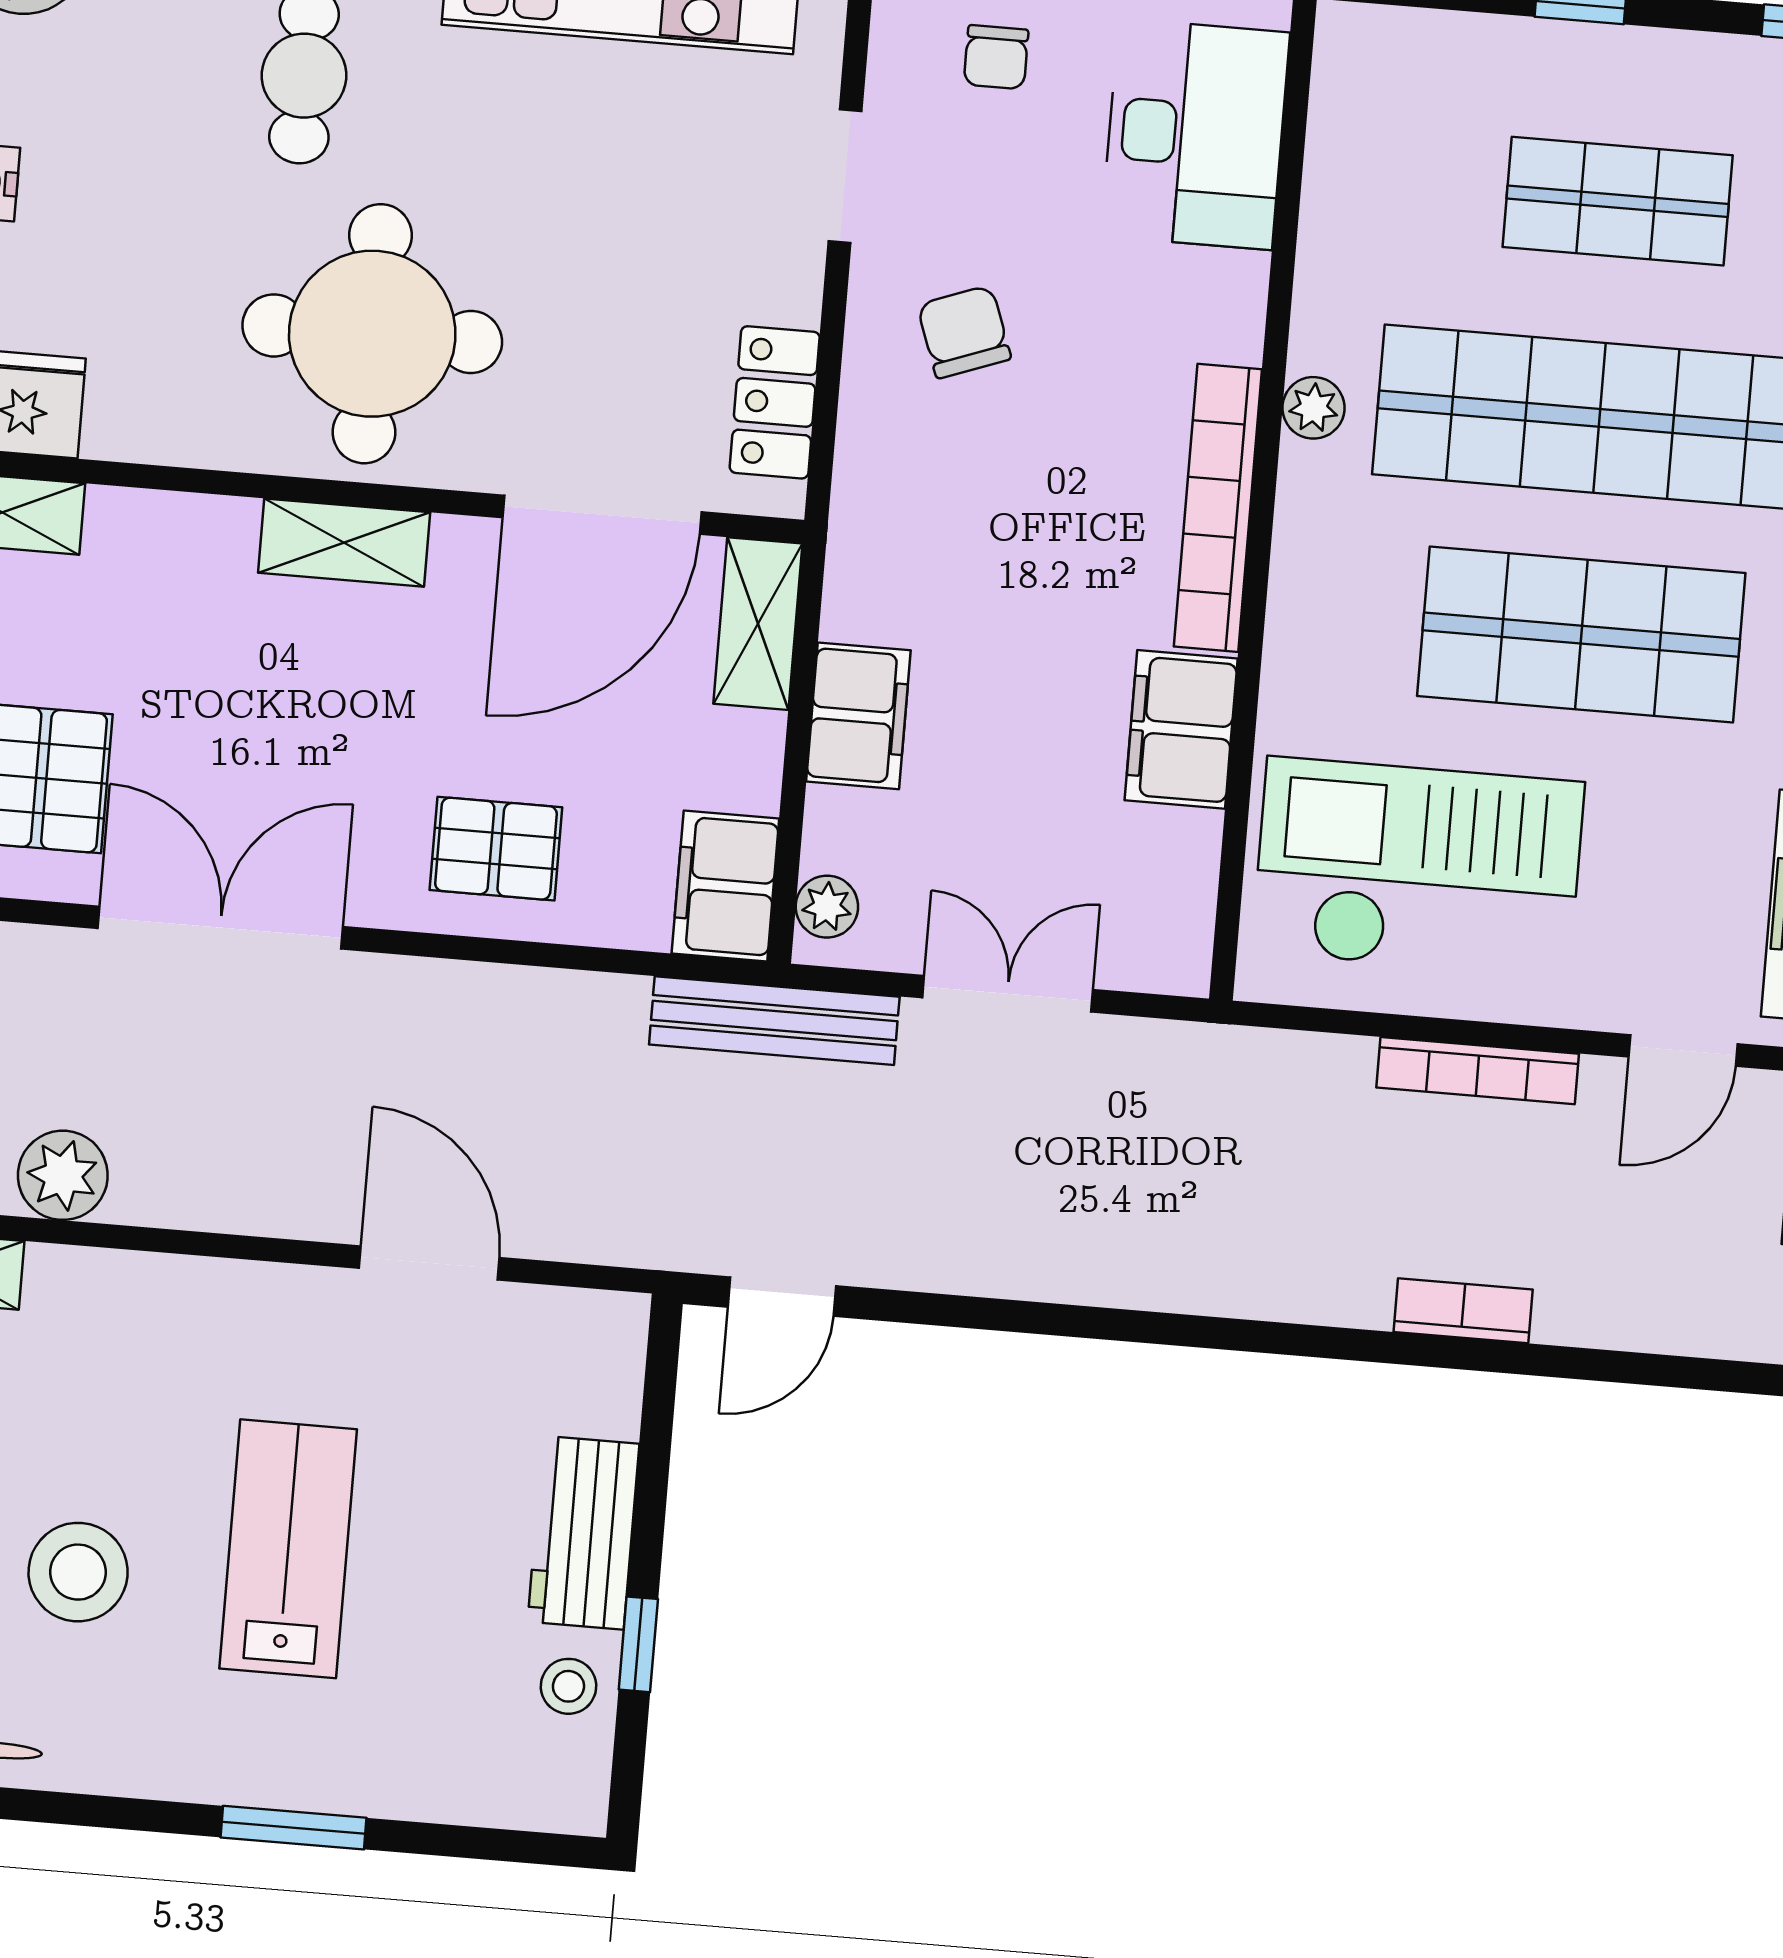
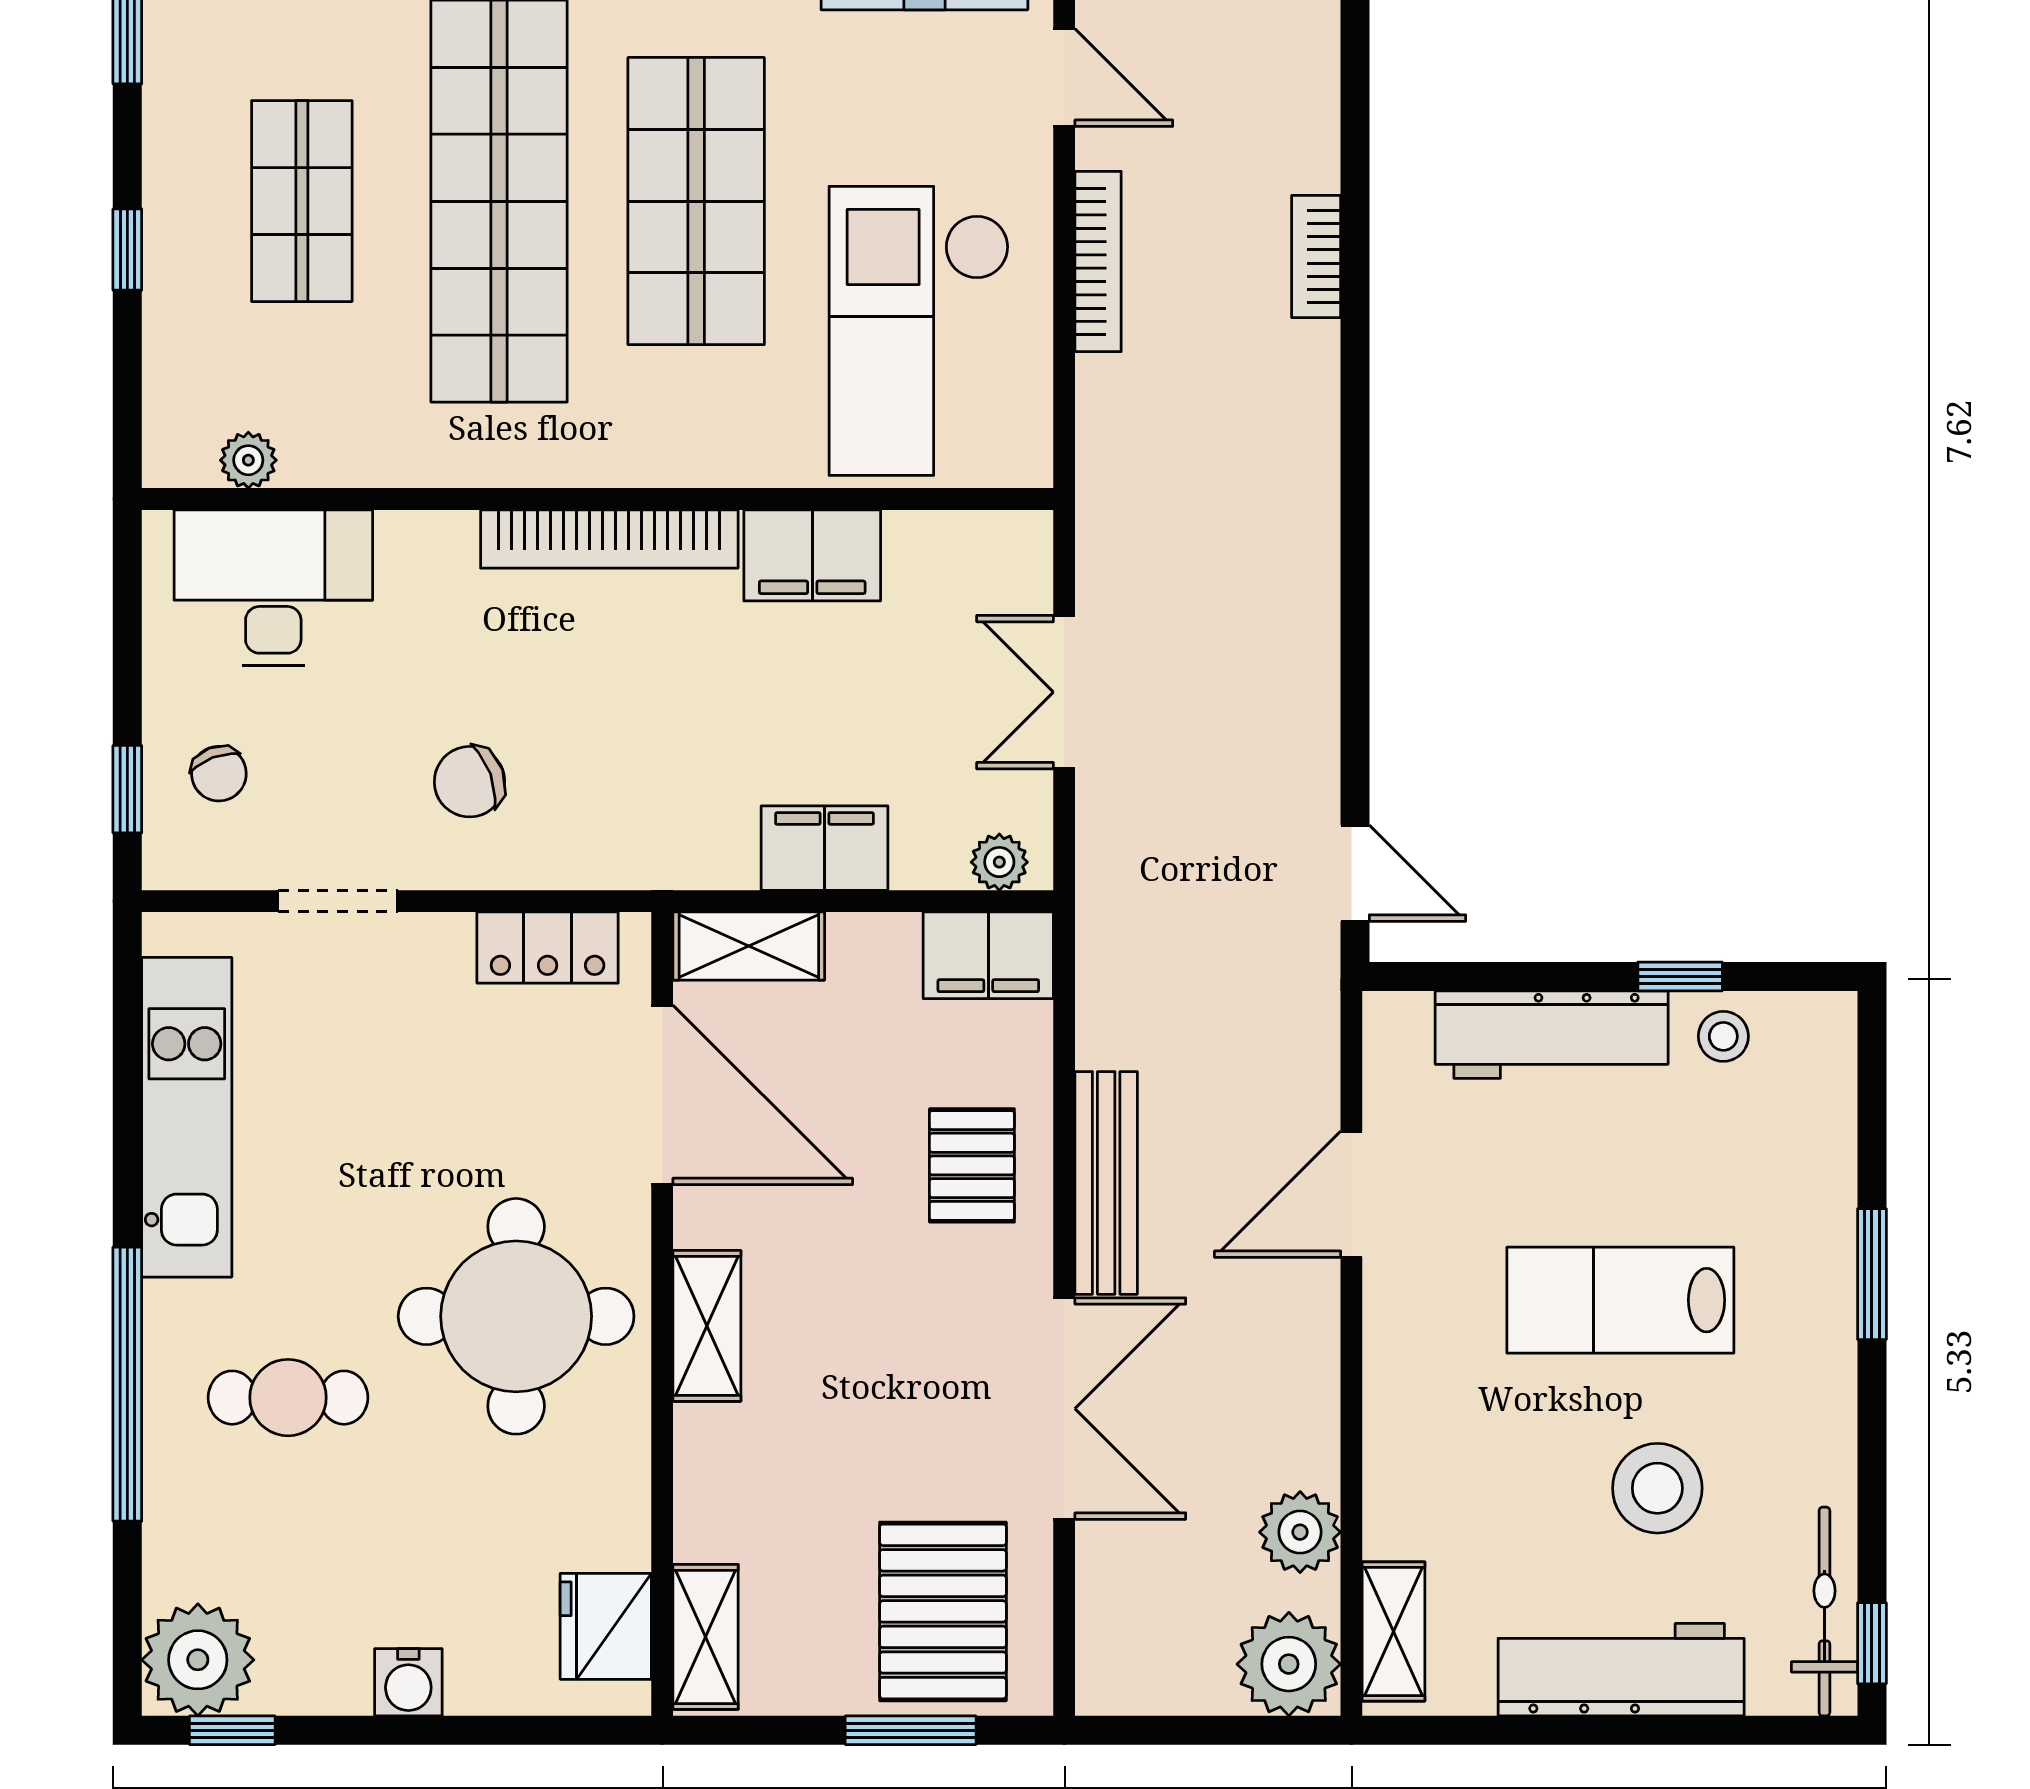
chair: (996, 57) -> (219, 774), turned 69
plant: (1314, 408) -> (248, 460), moved
double door: (220, 928) -> (1064, 1409), swing flipped
bench: (774, 1021) -> (1106, 1183), moved
workbench: (583, 1533) -> (1552, 1035), width x1.37

